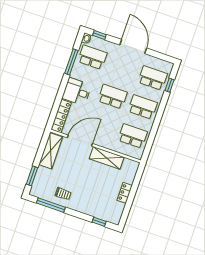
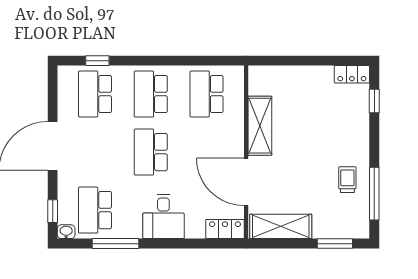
locker: (61, 116) -> (225, 229), width x0.66
locker: (125, 193) -> (352, 74), moved

